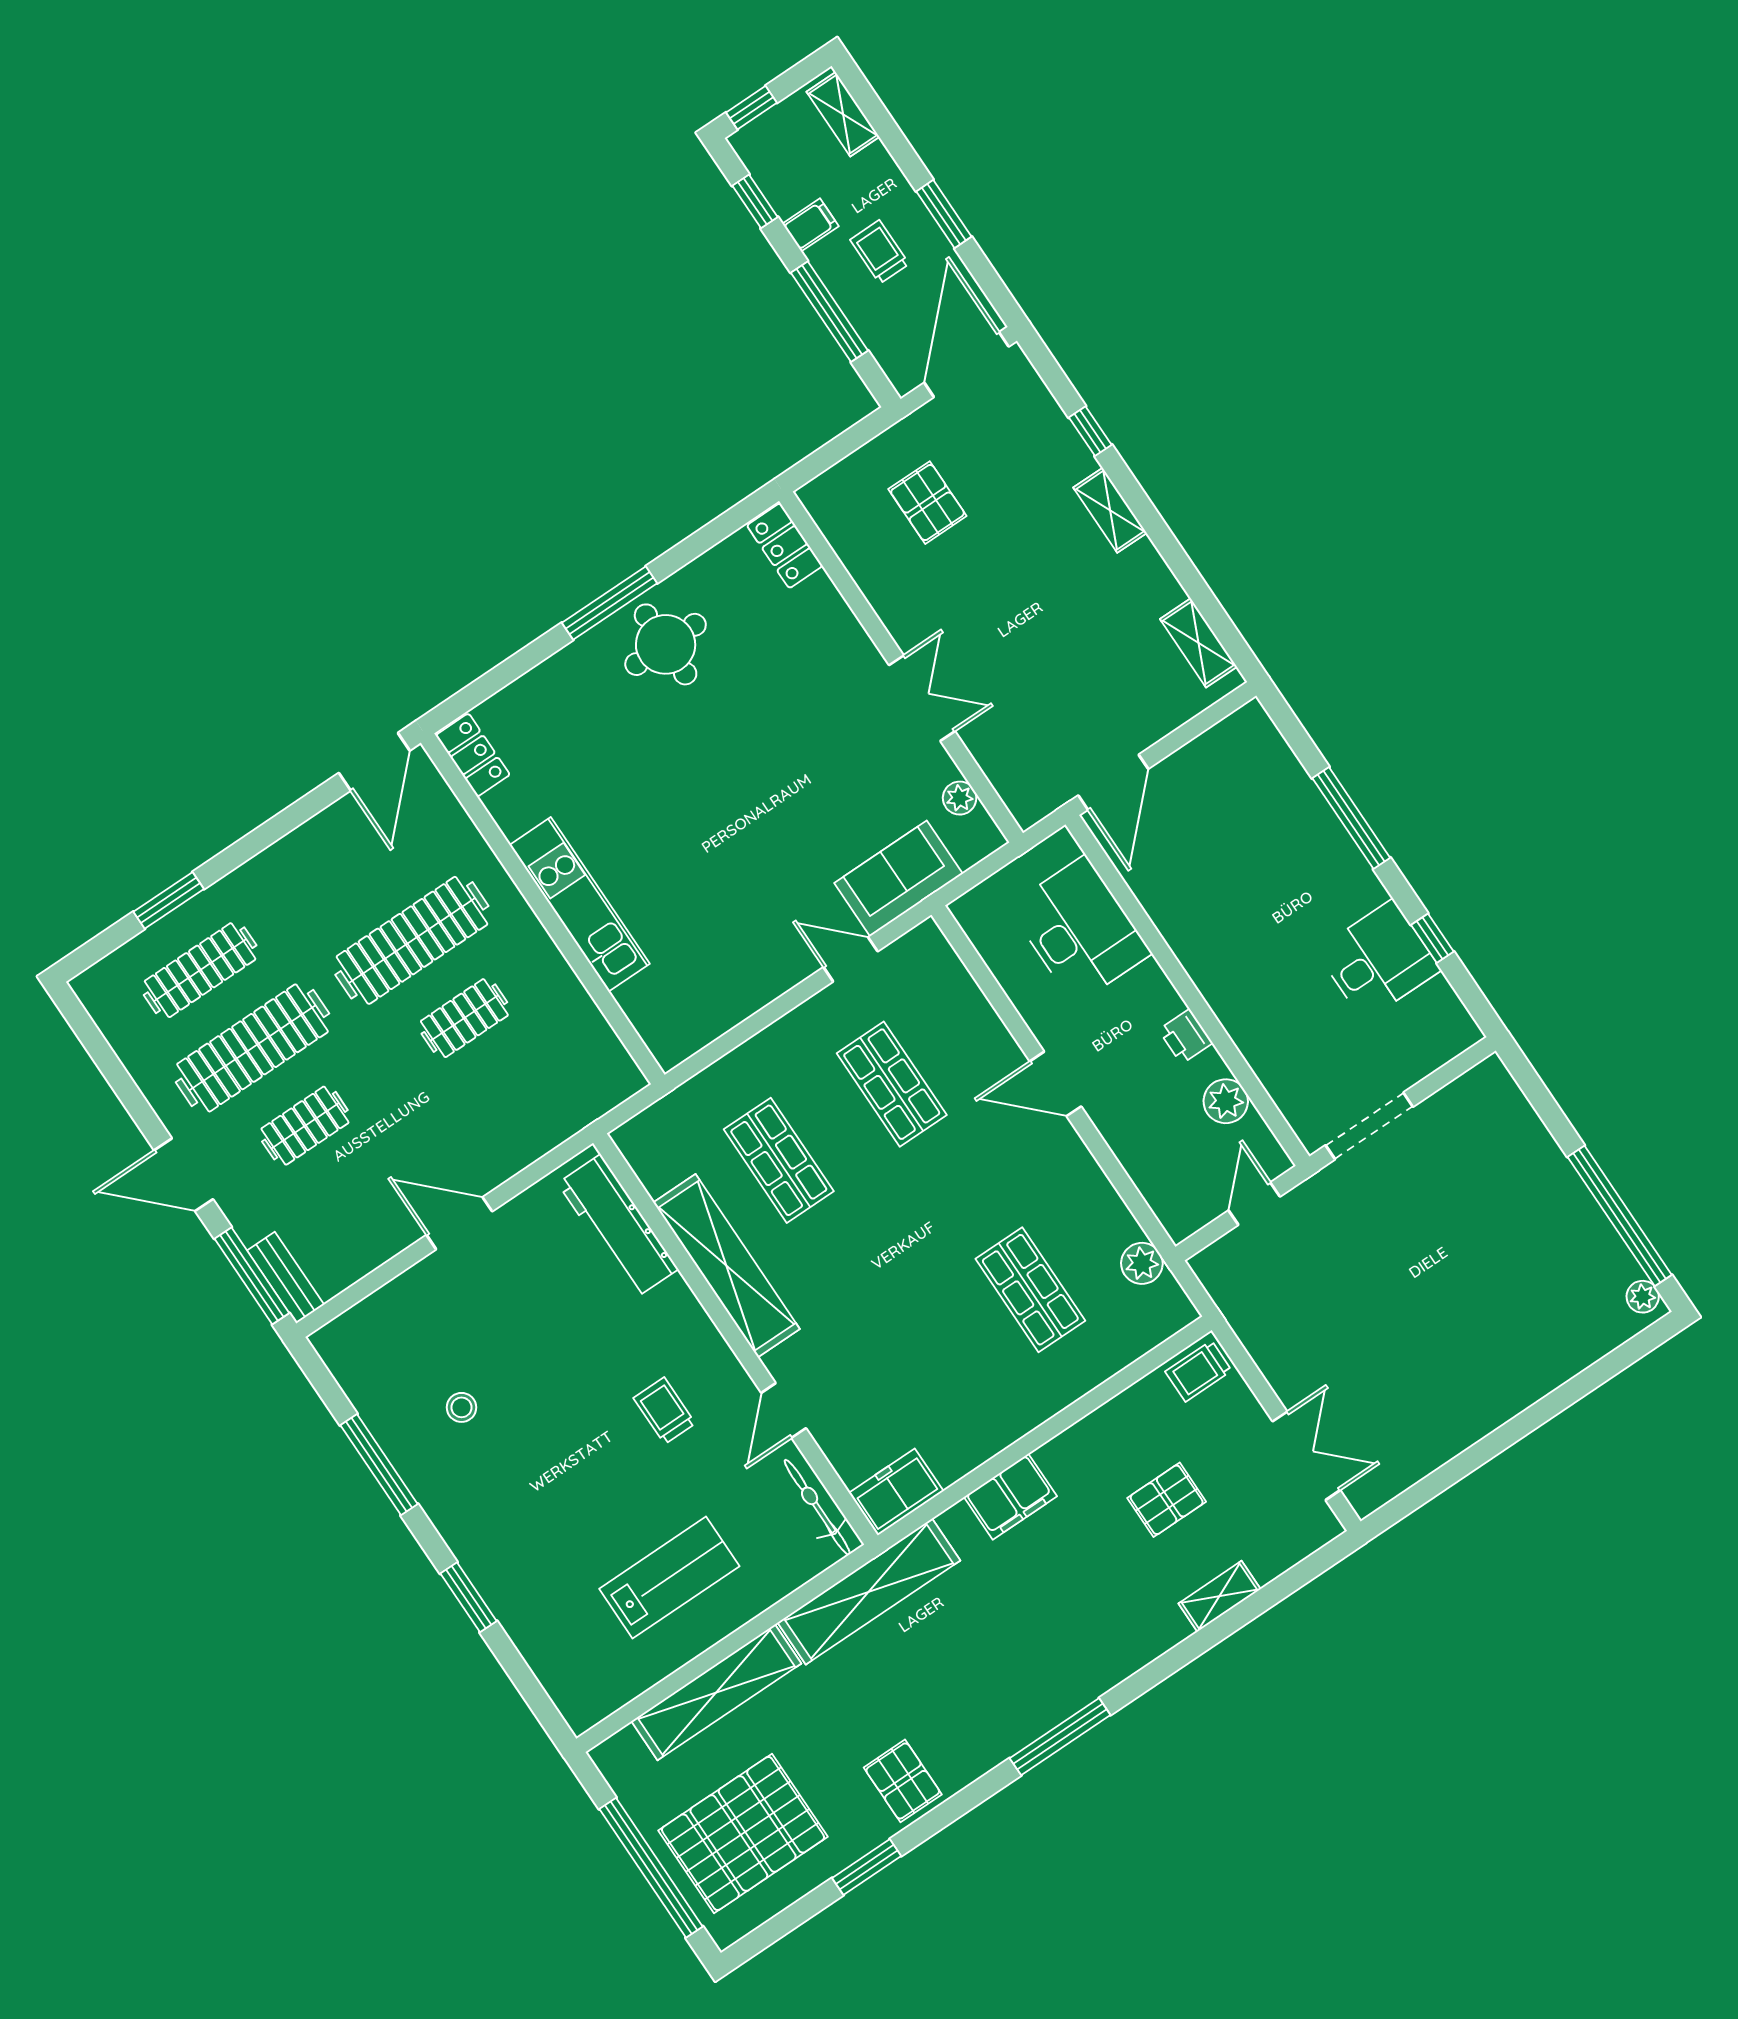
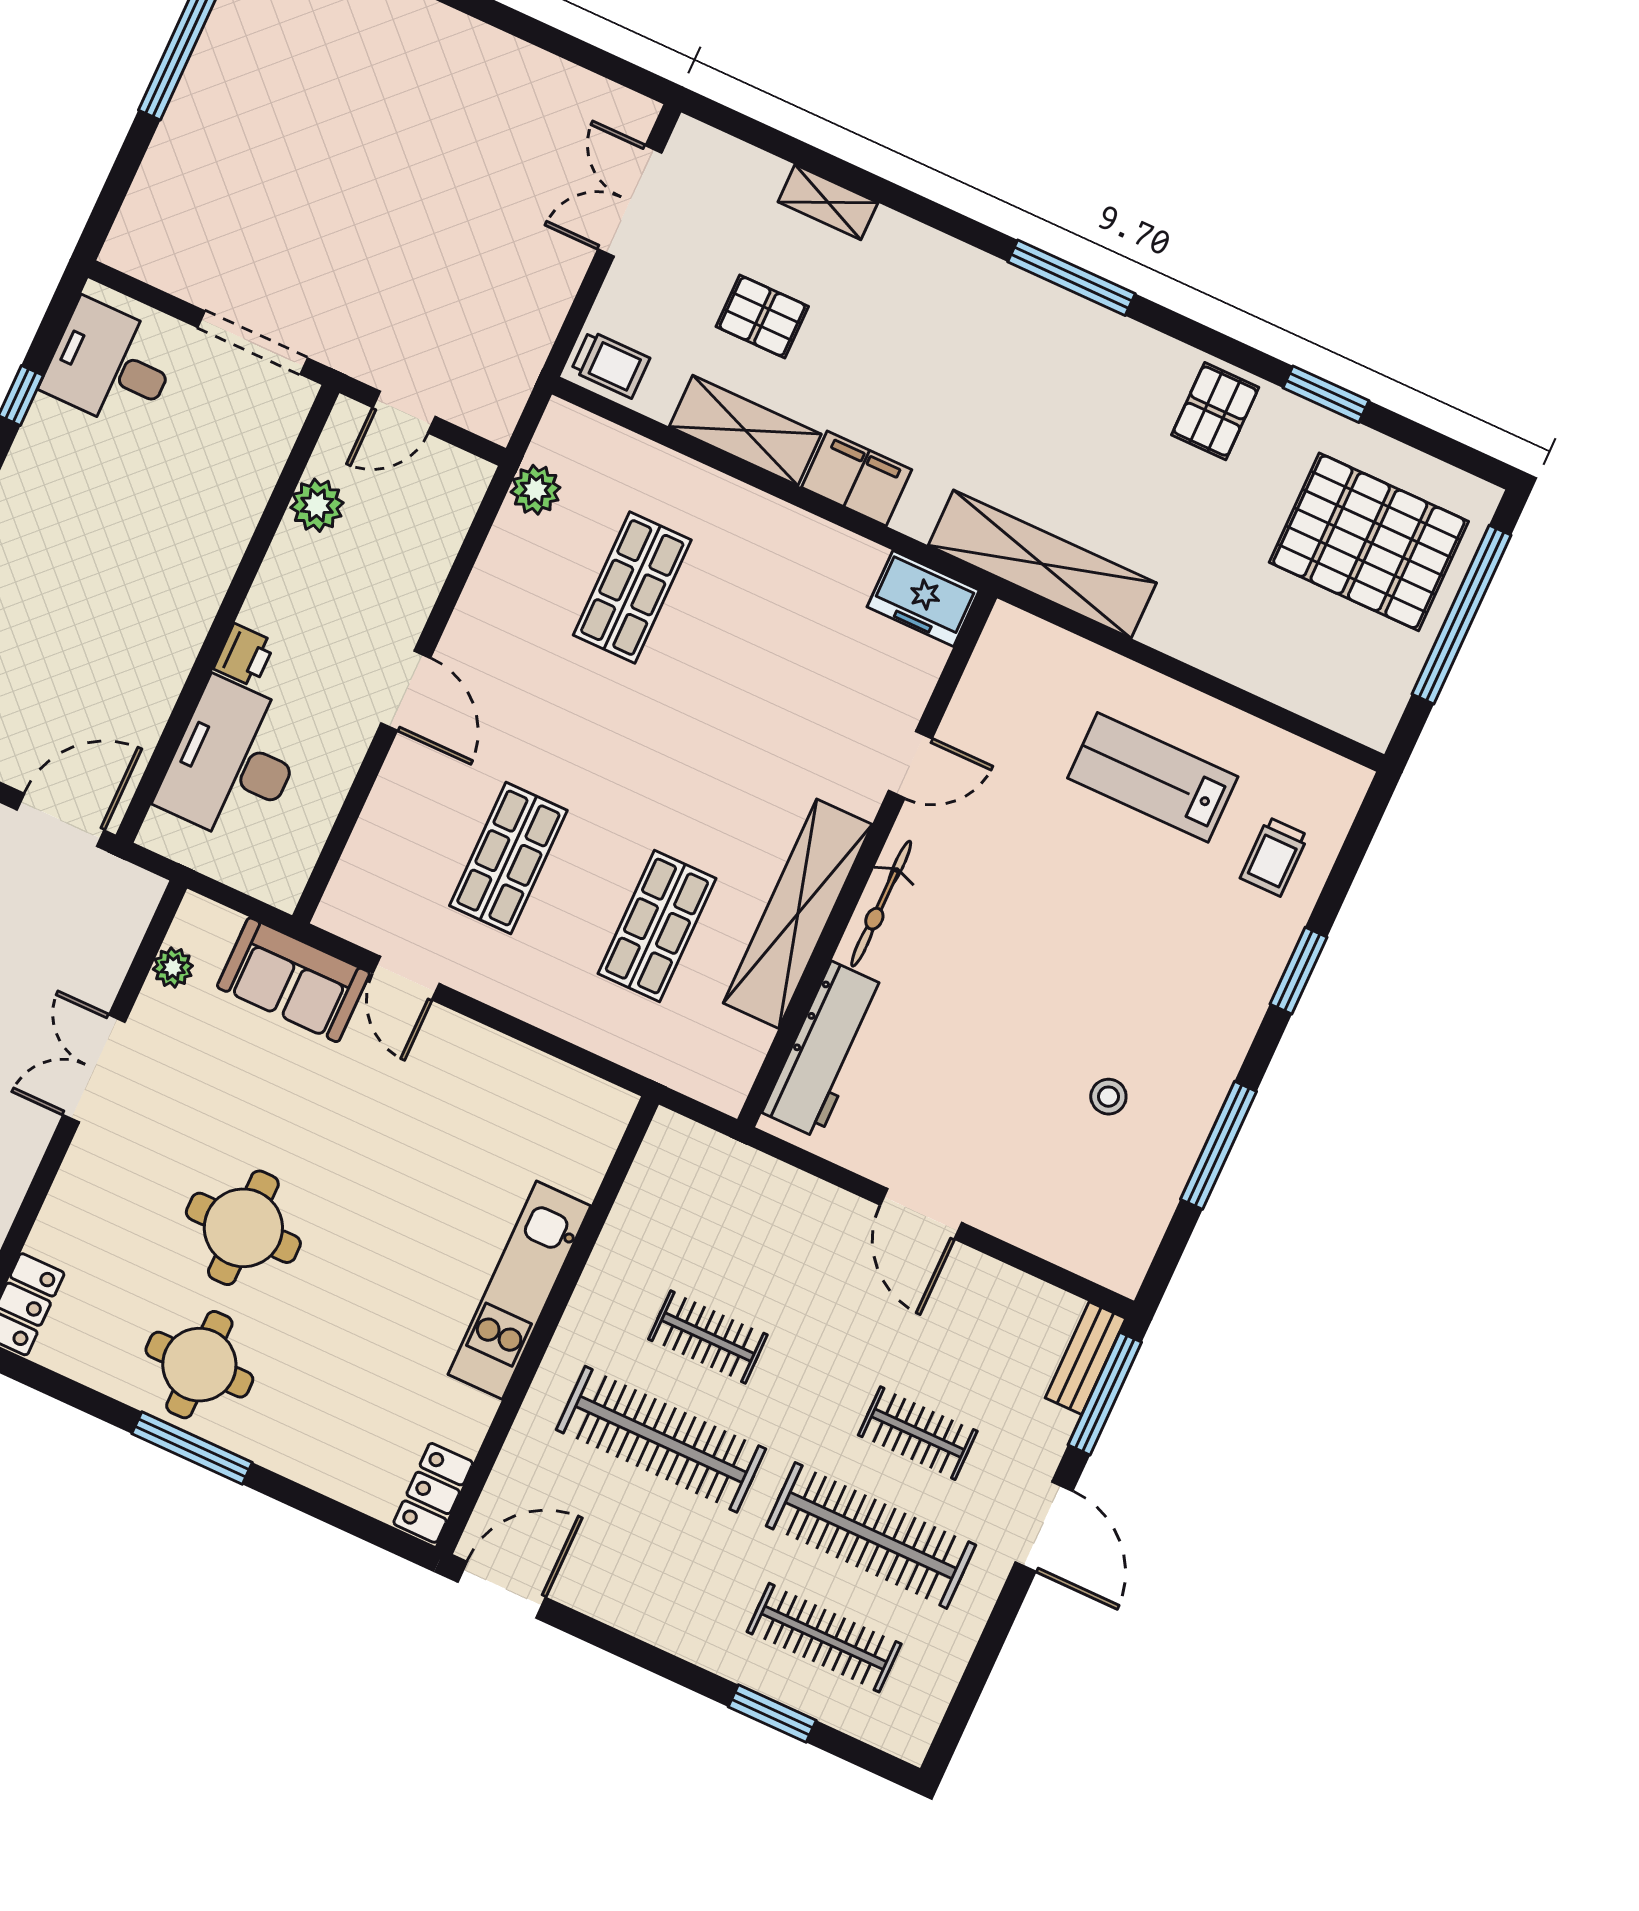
round table: (744, 735) -> (243, 1228), added
desk: (1378, 960) -> (110, 365), moved
printer: (1186, 1036) -> (244, 655), moved
trolley: (664, 1411) -> (1274, 857), moved
bicycle: (817, 1507) -> (881, 904), moved
shelving: (716, 1692) -> (745, 430), moved, width x0.68

